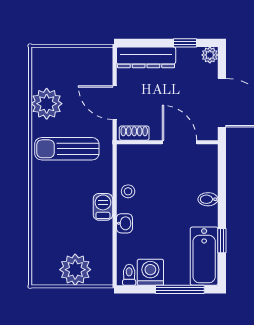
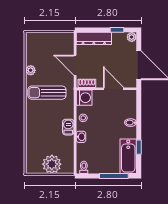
plant: (47, 104) -> (31, 70), width x0.53, depth x0.53
washing machine: (150, 272) -> (84, 98), moved, turned 90

